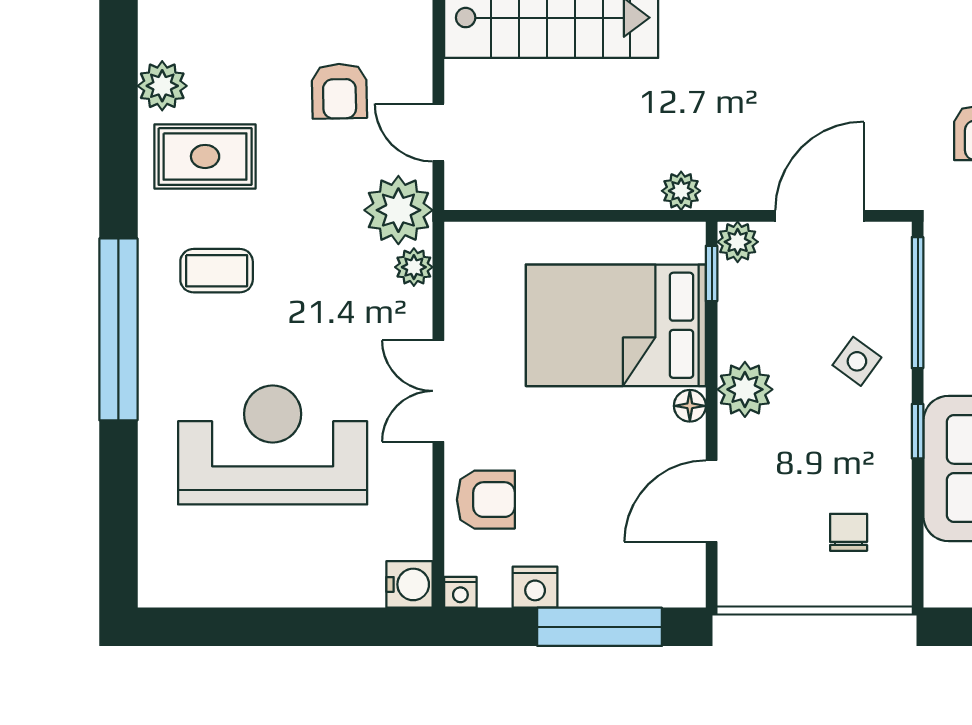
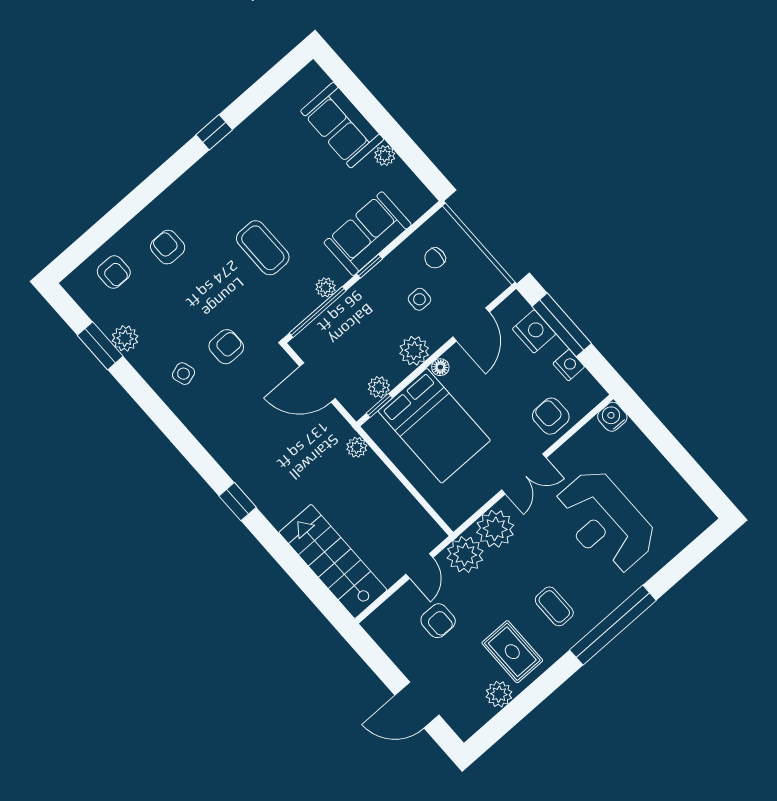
armchair: (339, 91) -> (438, 621), turned 91
plant: (738, 242) -> (379, 387), moved
plant: (414, 267) -> (495, 529), width x1.87, depth x1.87
plant: (942, 344) -> (326, 287), added
side table: (857, 361) -> (419, 299), moved, turned -36
door: (712, 501) -> (471, 325), hinge flipped
nightstand: (460, 592) -> (534, 331), moved, width x1.89, depth x1.79

